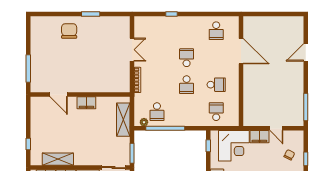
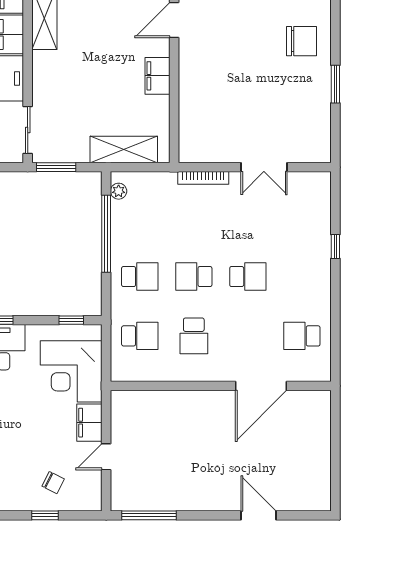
school desk: (157, 112) -> (140, 277), moved, turned 180

